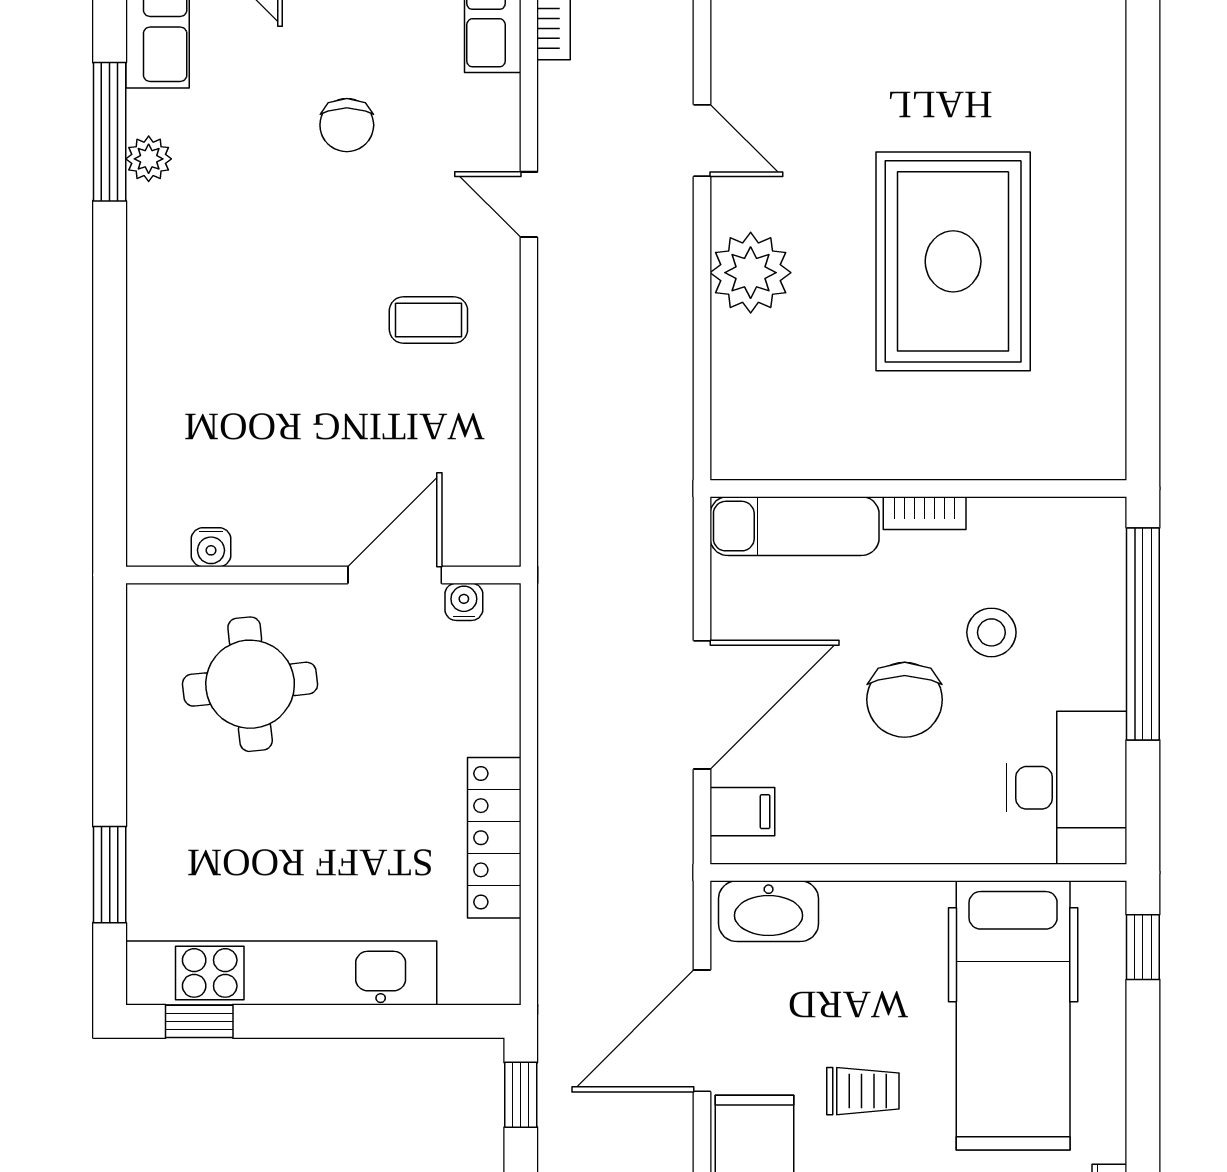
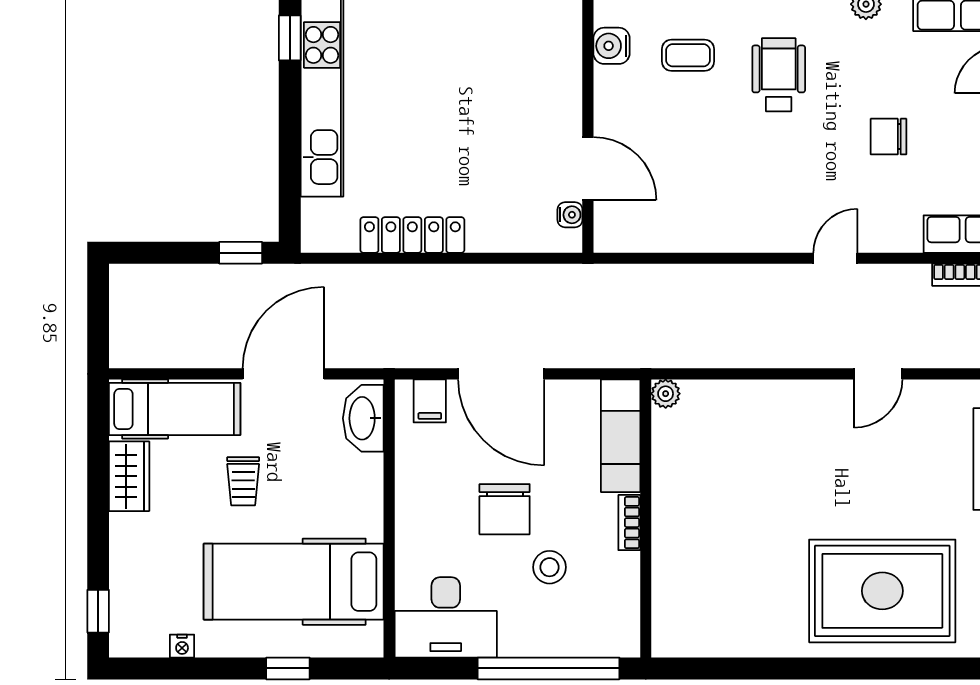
rug: (953, 261) -> (882, 591), moved
plant: (751, 273) -> (666, 394), moved, width x0.53, depth x0.53
wheelchair: (254, 289) -> (779, 75), added
coffee table: (428, 320) -> (688, 55), moved, turned 90
water cooler: (211, 547) -> (611, 46), width x1.38, depth x1.38
round table: (250, 684) -> (515, 72), removed
chair: (905, 700) -> (505, 509), turned -90
window: (1143, 947) -> (288, 668), moved
door: (702, 1031) -> (283, 374), hinge flipped

